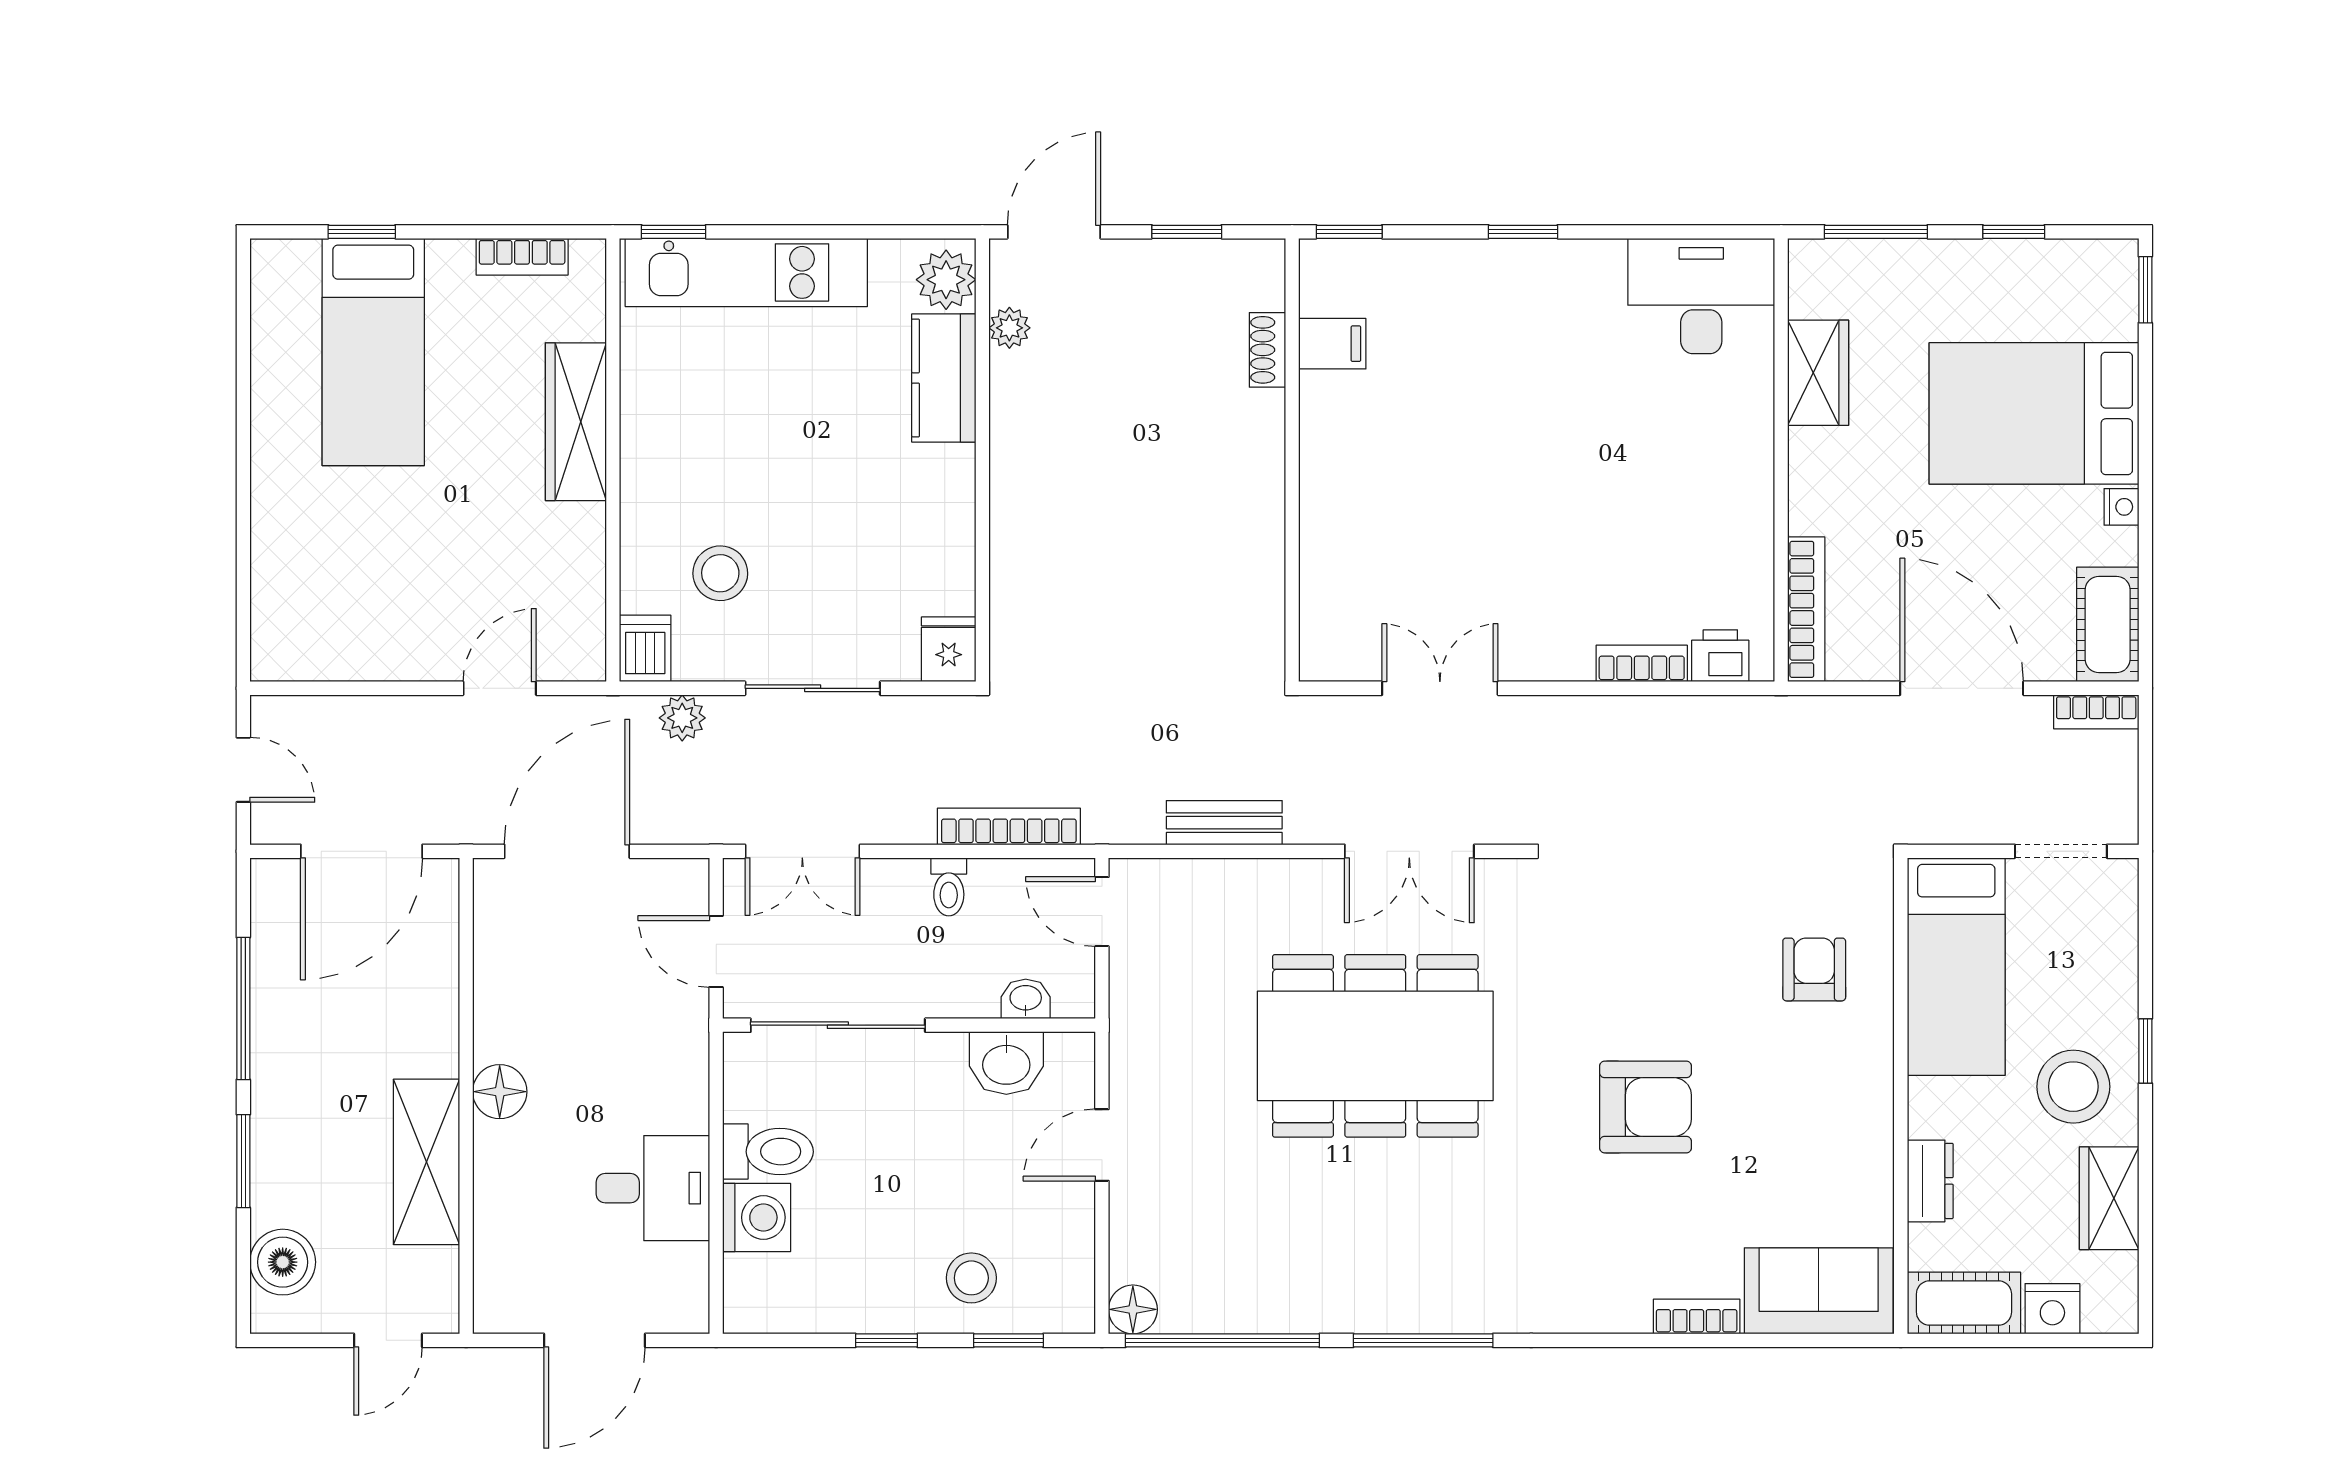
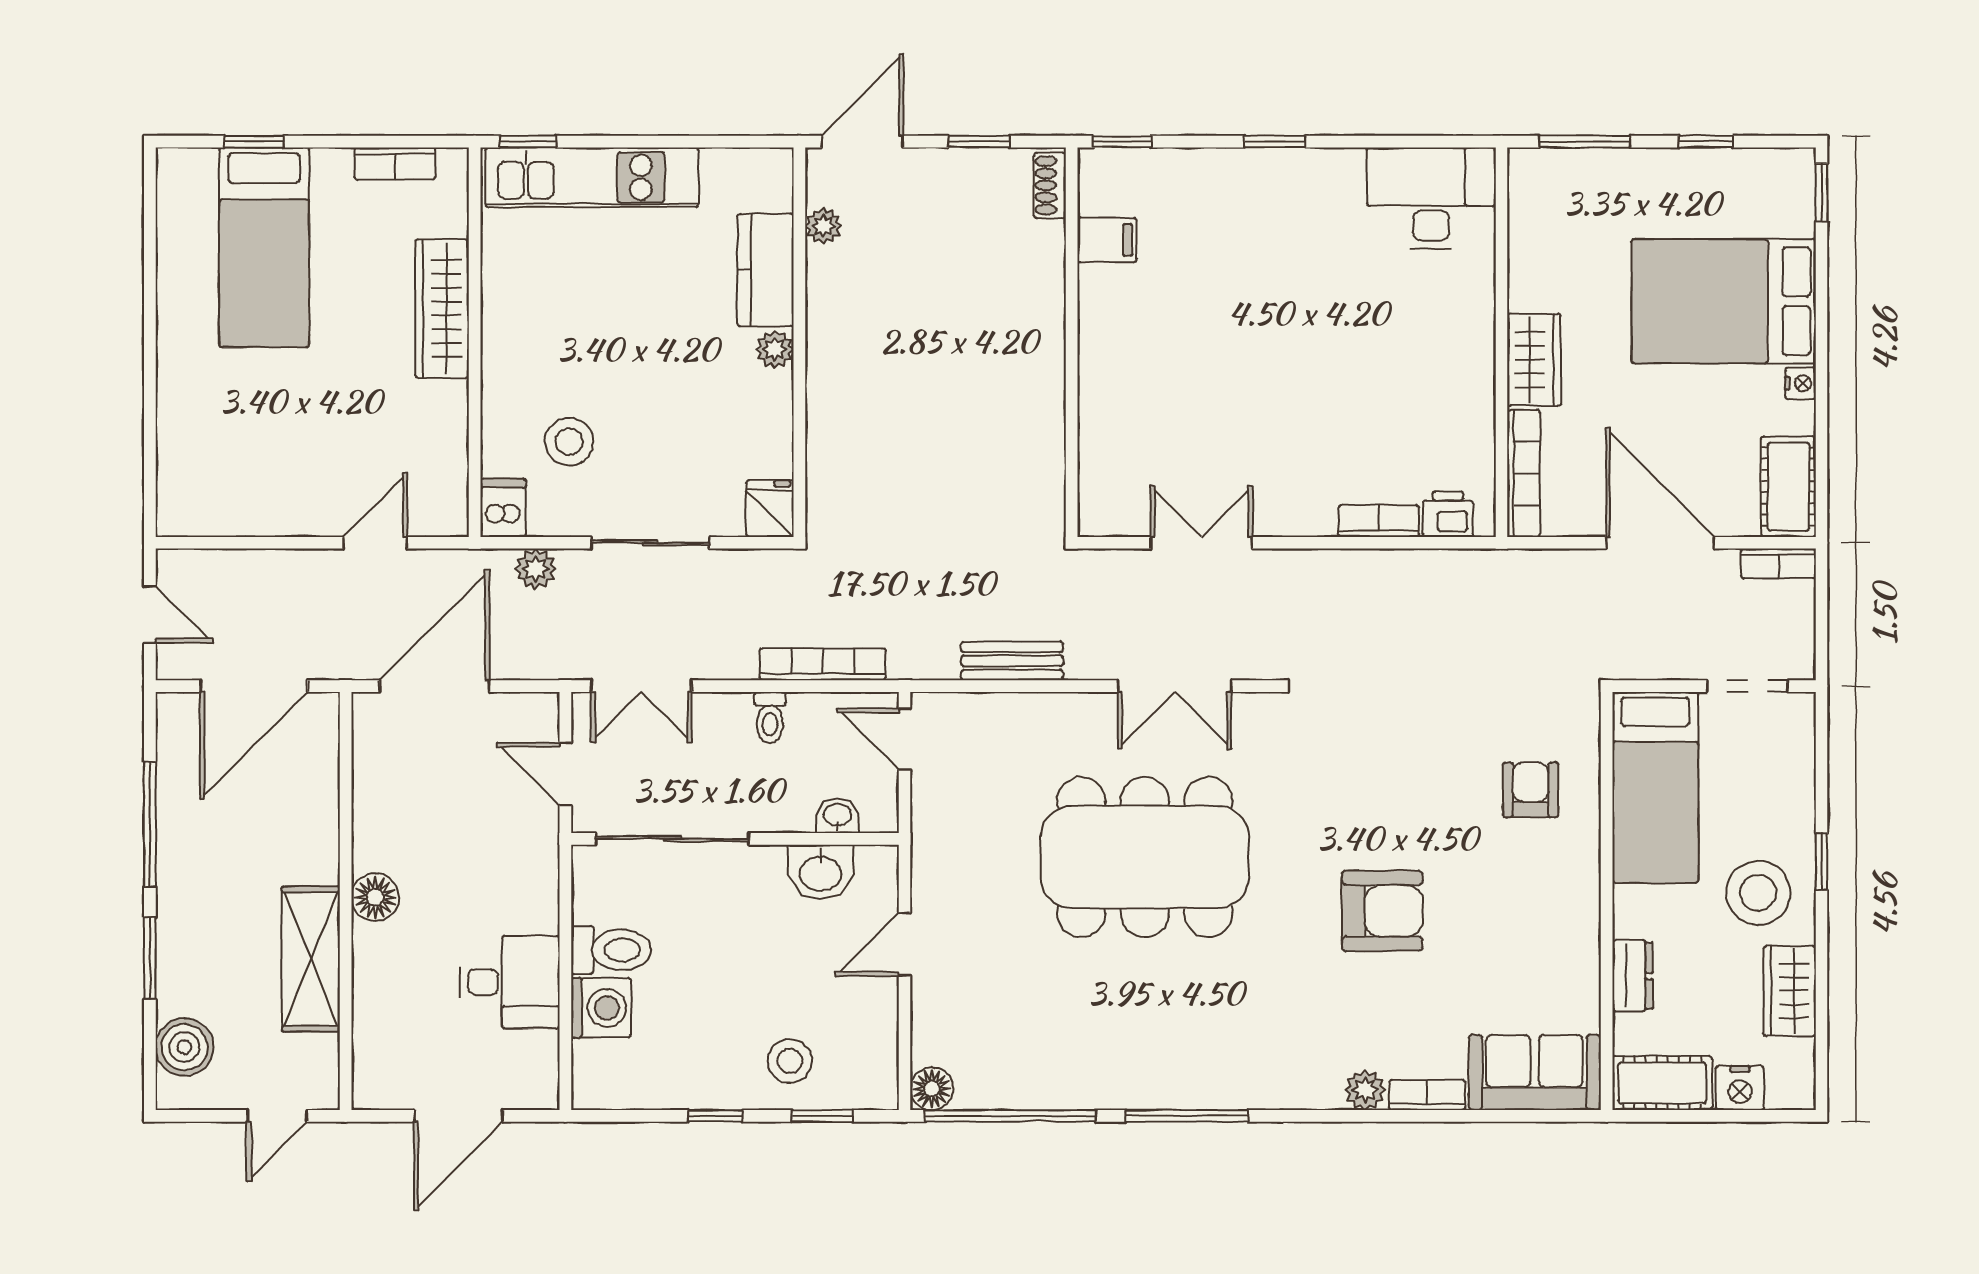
plant: (946, 280) -> (775, 349), moved, width x0.73, depth x0.73
shoe rack: (1267, 350) -> (1050, 185), moved
wardrobe: (1818, 373) -> (1534, 360), moved
plant: (1626, 1311) -> (1365, 1090), added

